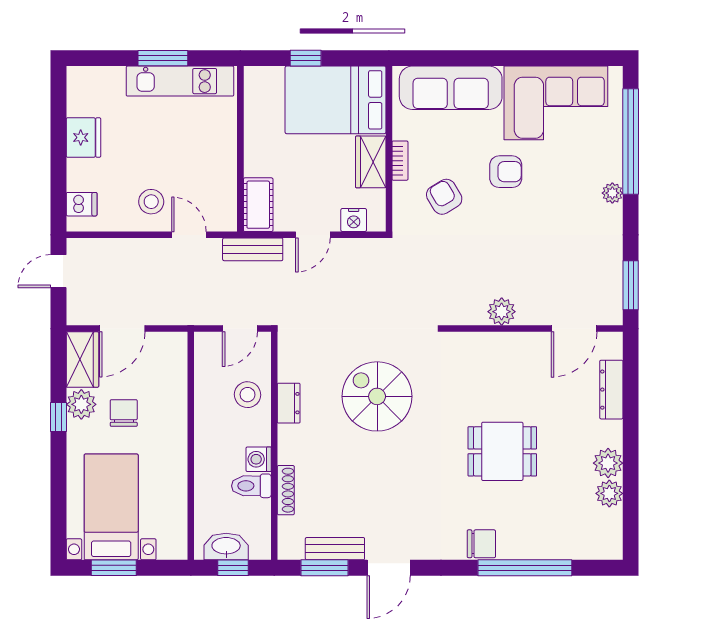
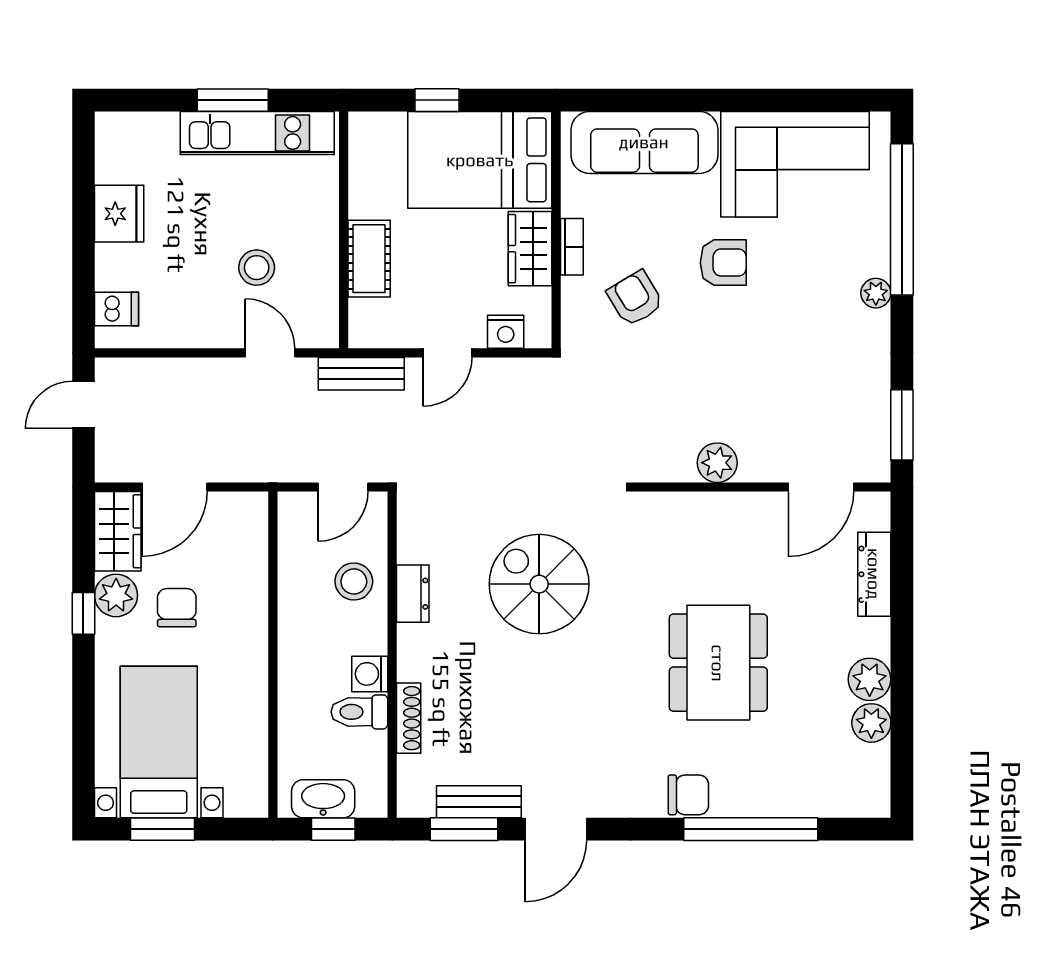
stool: (151, 202) -> (257, 268), moved
cot: (258, 205) -> (369, 259), moved
dining table: (502, 451) -> (718, 663), width x1.38

